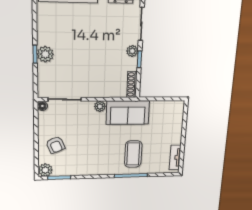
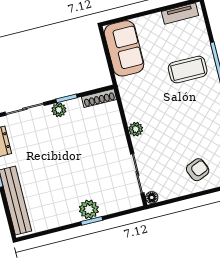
sofa: (128, 113) -> (124, 48), moved

